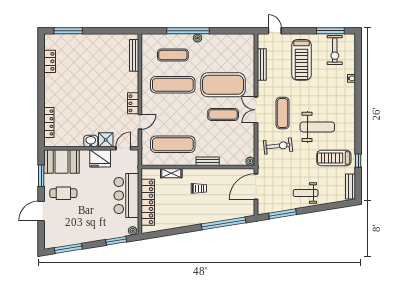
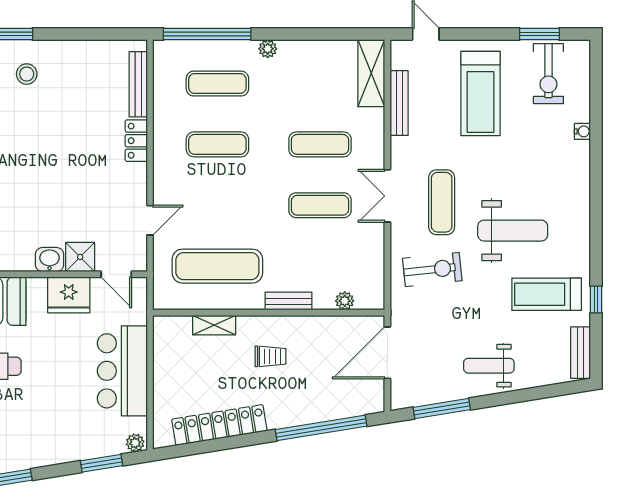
window: (188, 31) -> (207, 34), moved
window: (330, 31) -> (539, 34), width x0.69
stool: (80, 50) -> (27, 74), added
shelving: (248, 50) -> (371, 73), added
exercise mat: (173, 85) -> (217, 144), width x0.73, depth x0.69
exercise mat: (223, 85) -> (320, 144), width x0.50, depth x0.69
locker: (133, 103) -> (136, 141), moved
door: (123, 148) -> (116, 274), swing flipped
plant: (250, 161) -> (345, 301), moved
locker: (148, 202) -> (219, 425), moved, turned -99

